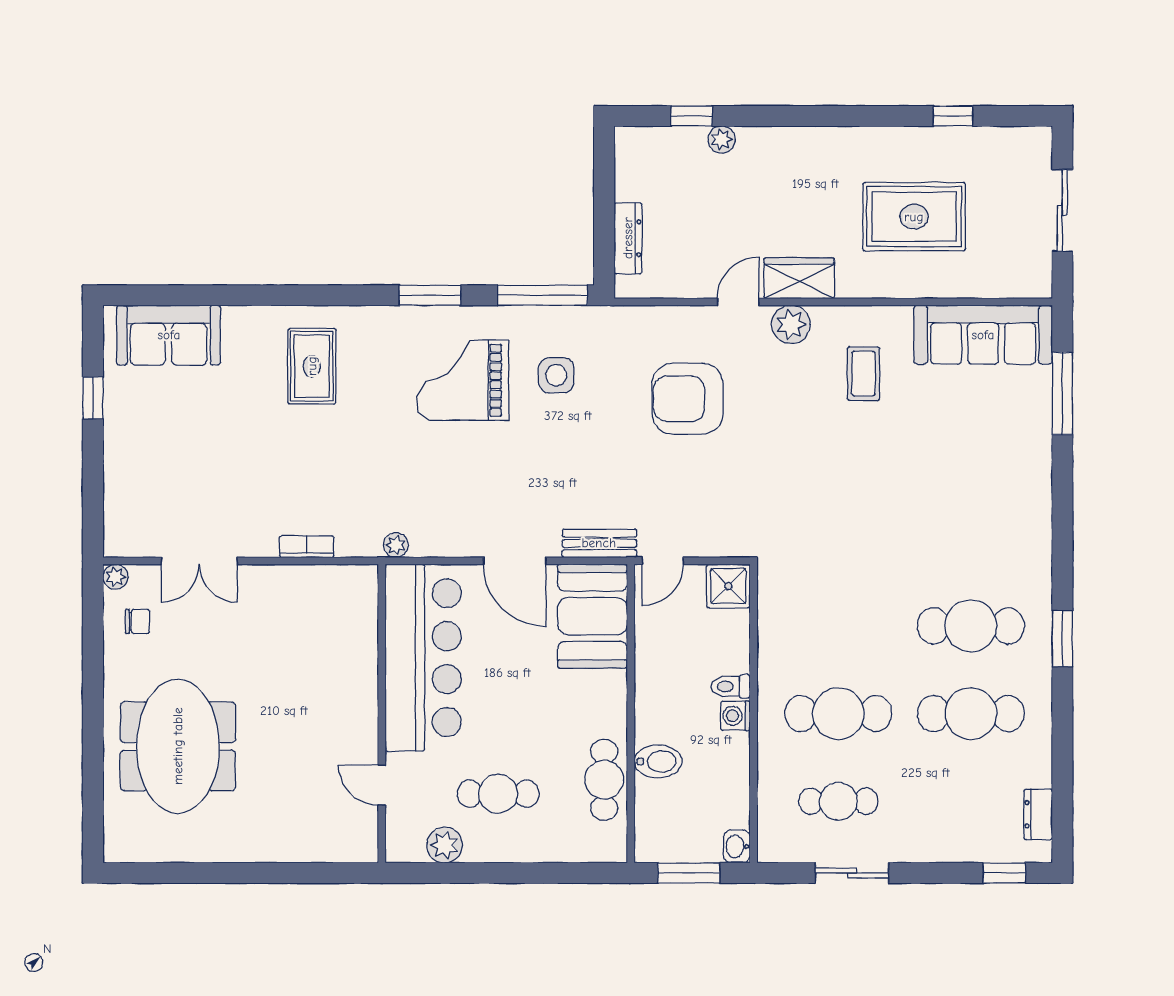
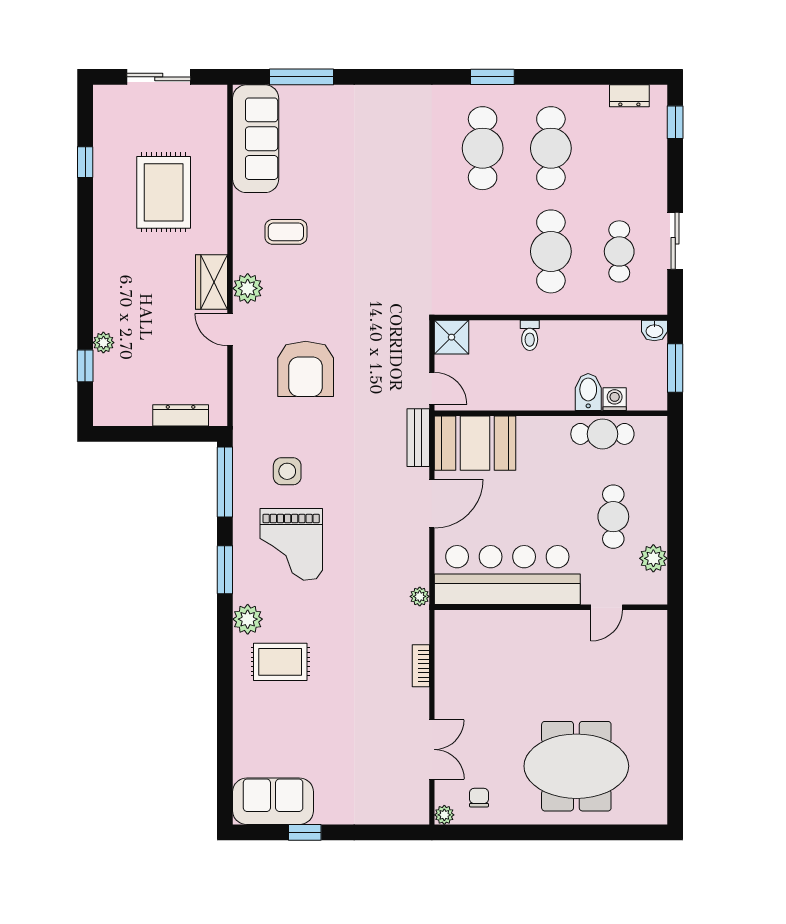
plant: (366, 325) -> (248, 619), added
sofa: (169, 335) -> (273, 801), moved, turned -90
washing machine: (735, 716) -> (615, 399), moved, turned 180

